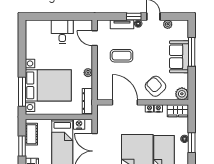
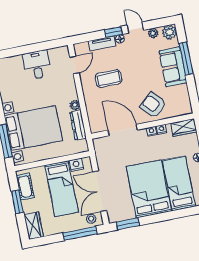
door: (95, 38) -> (74, 65), swing flipped
plant: (182, 94) -> (169, 32), moved
dresser: (87, 101) -> (78, 125), moved

